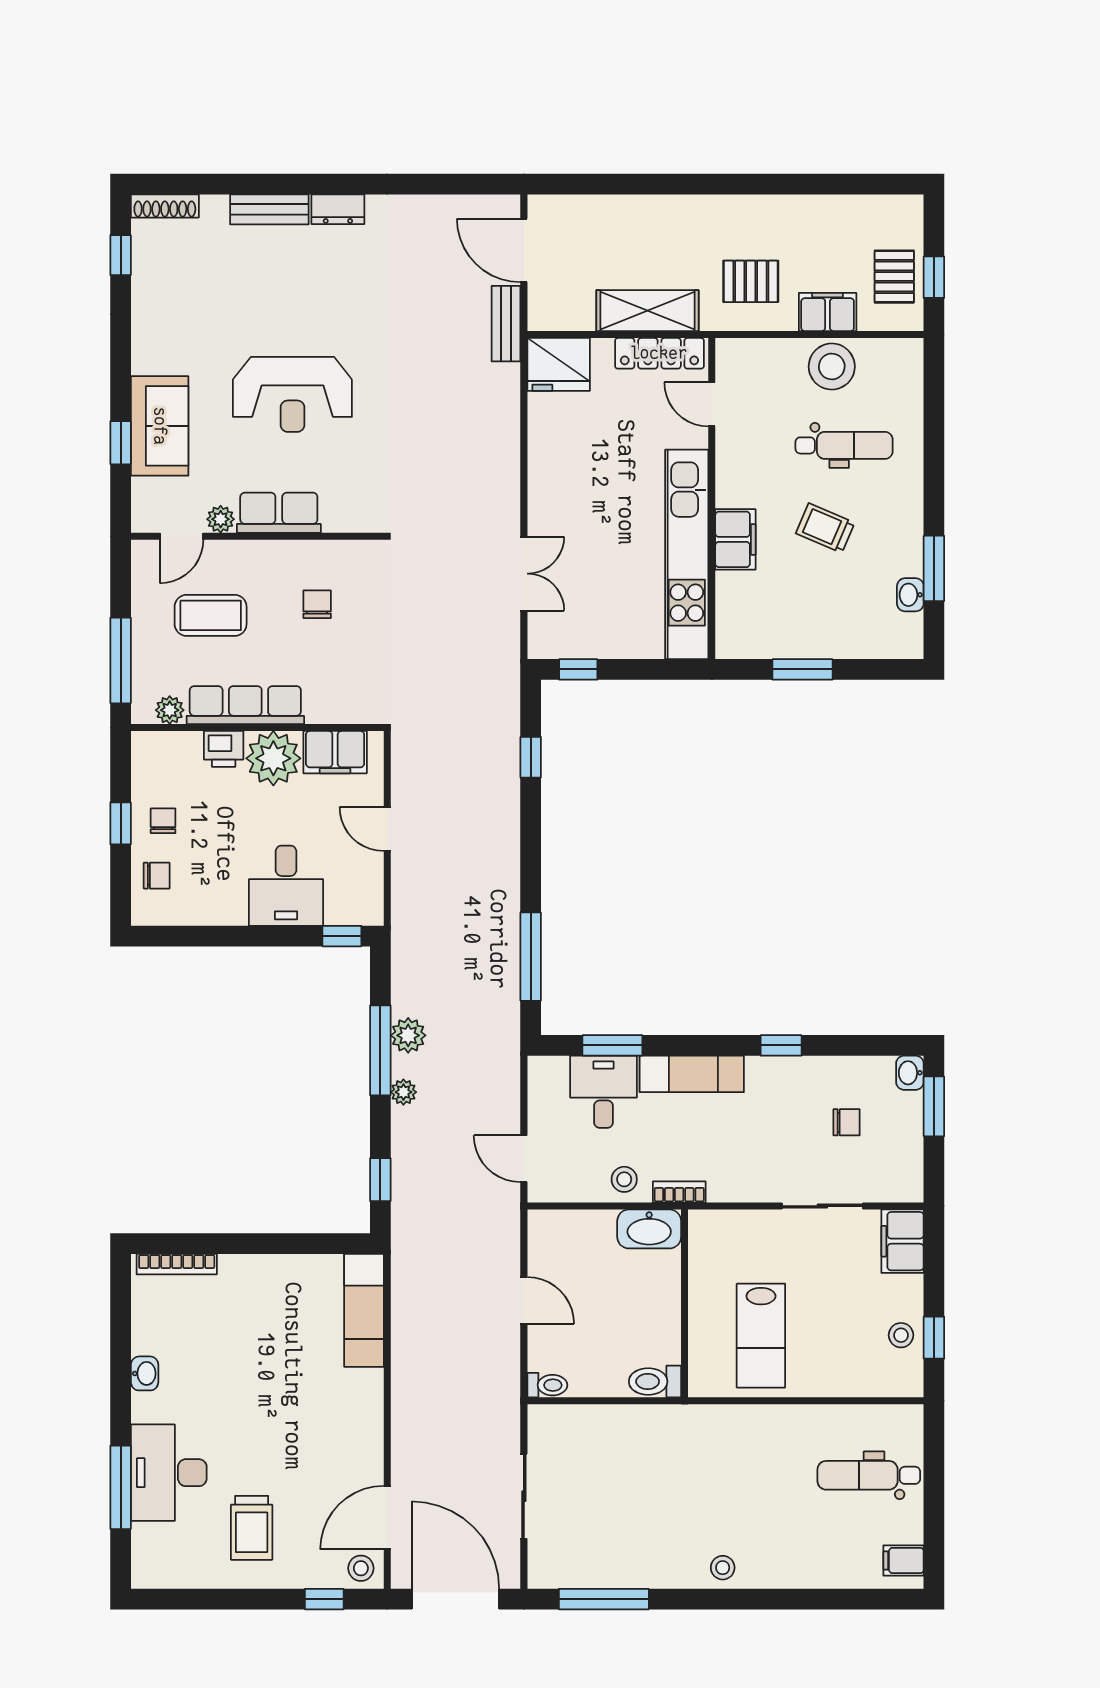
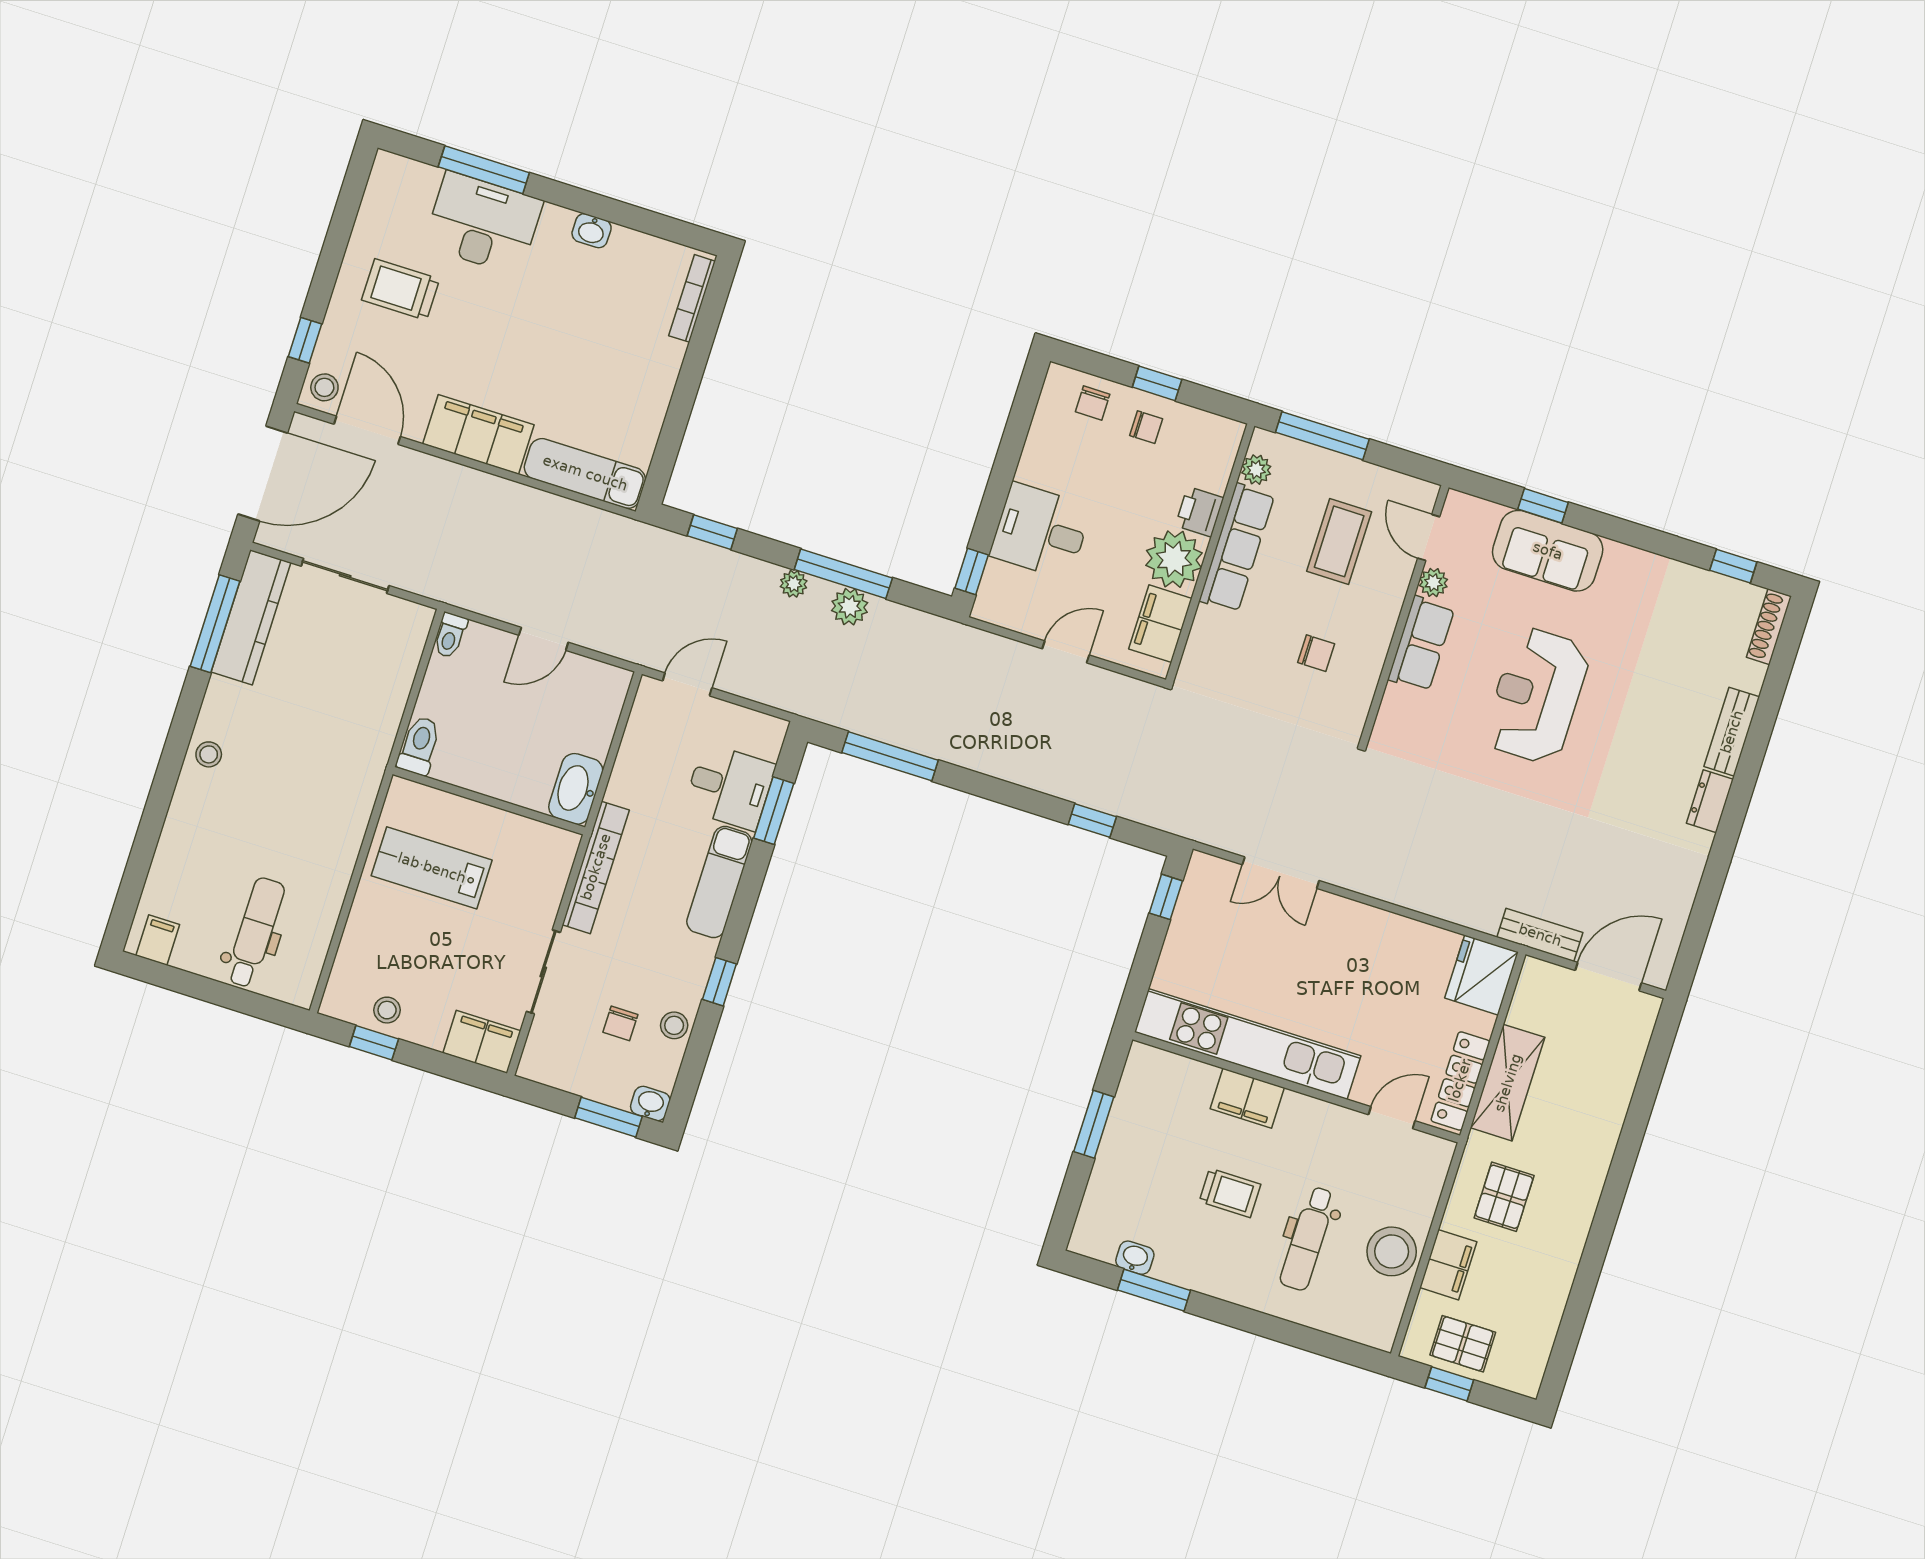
trolley: (825, 528) -> (1230, 1193), turned 67
stool: (624, 1179) -> (674, 1025), moved
bookcase: (679, 1192) -> (596, 867), width x2.31, depth x1.31
filing cabinet: (359, 1417) -> (478, 434), added
kitchen counter: (588, 1569) -> (251, 617), added

